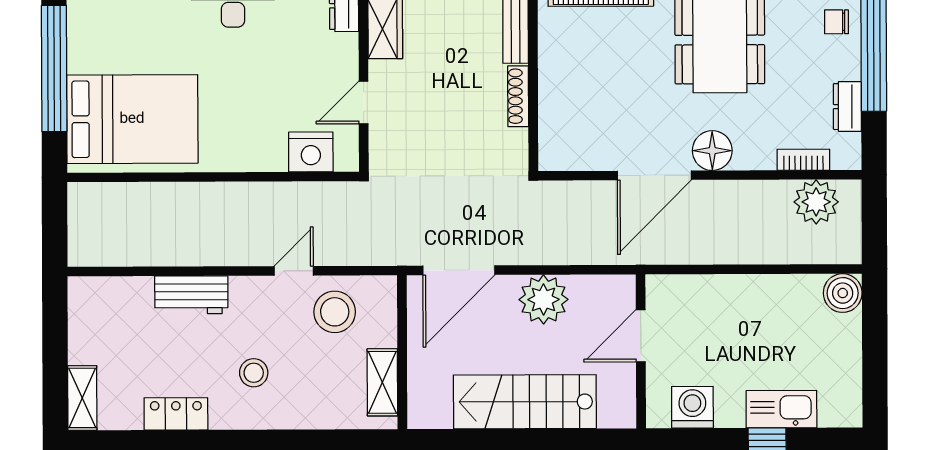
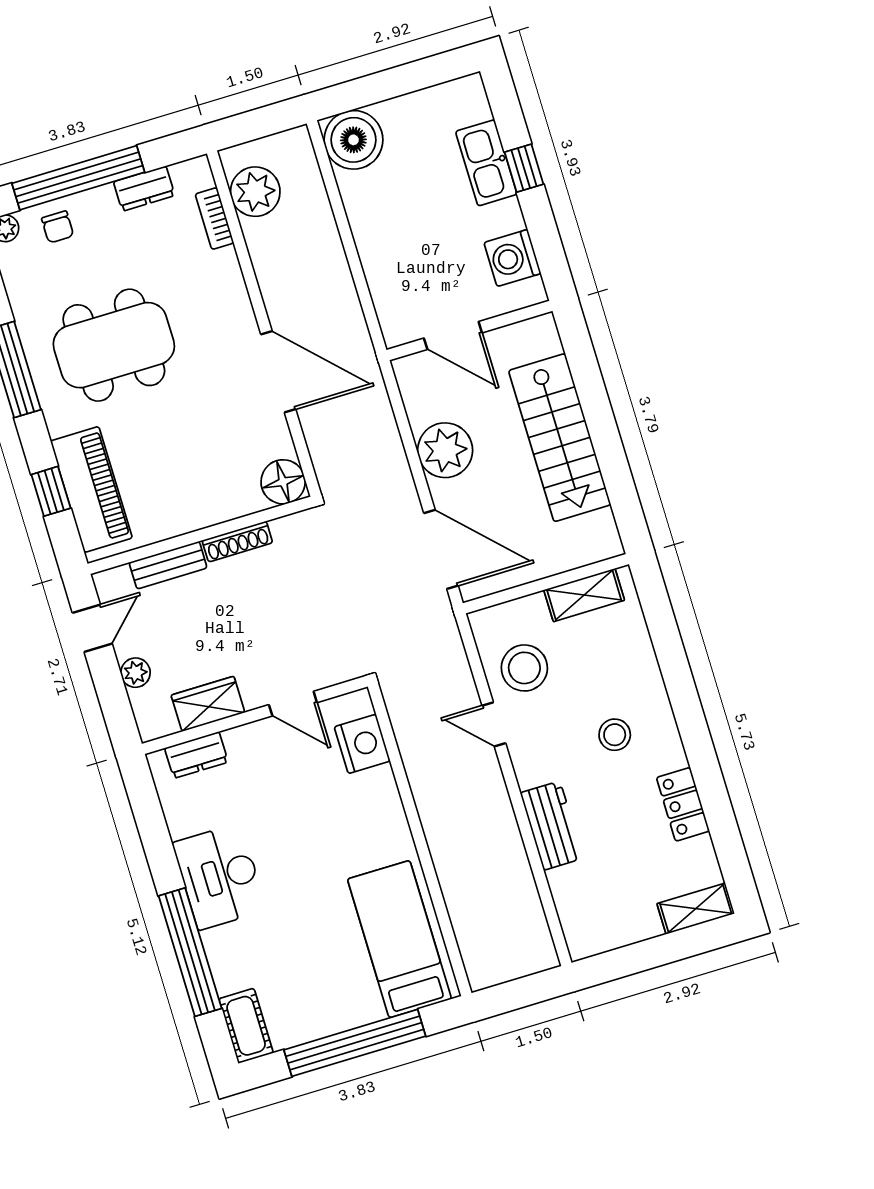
bed: (132, 119) -> (399, 939), width x0.67
floor lamp: (712, 151) -> (283, 482), moved
boiler: (843, 293) -> (353, 140), width x1.37, depth x1.37

